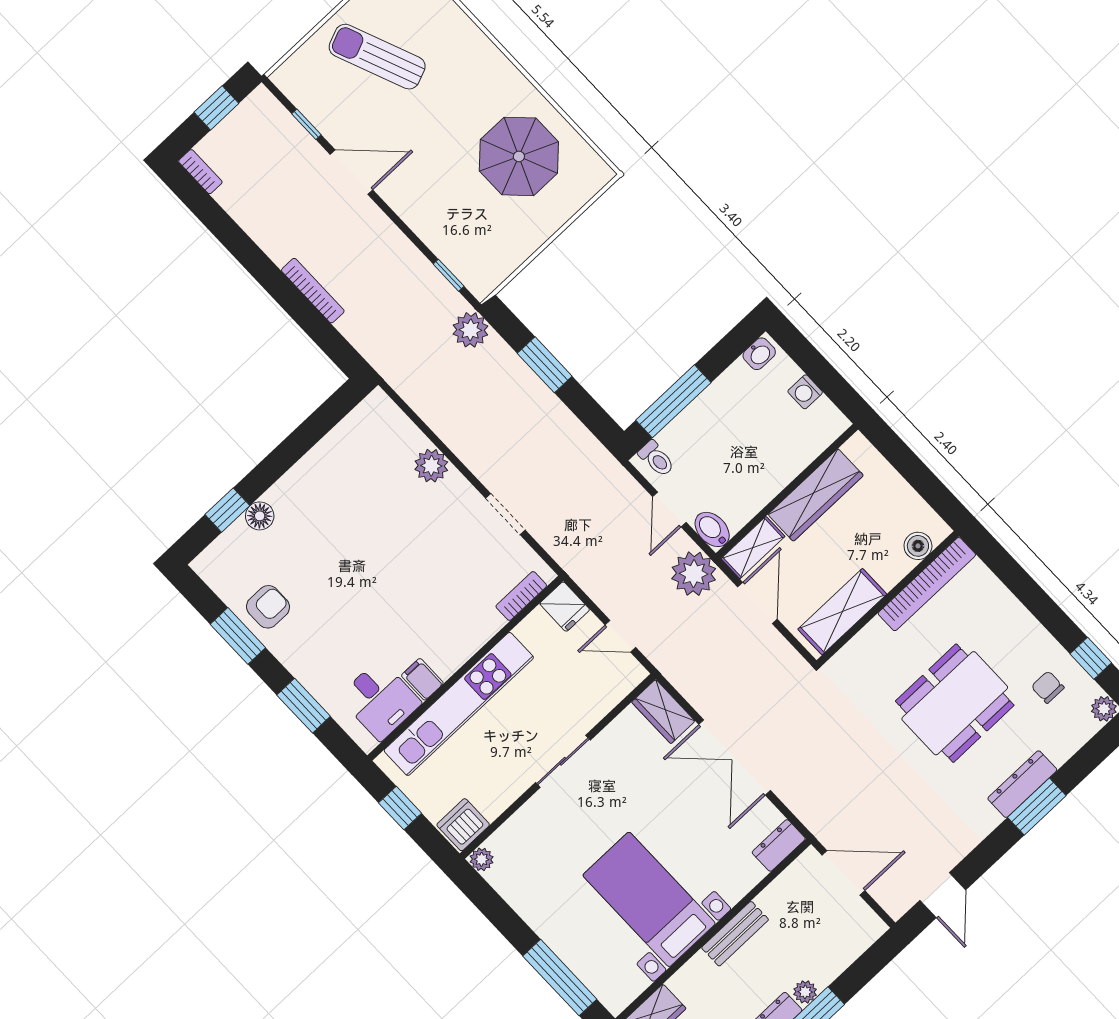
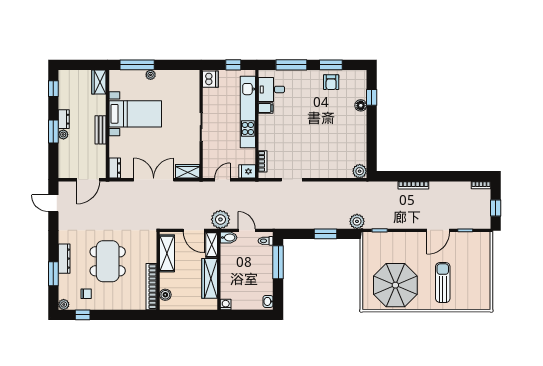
sun lounger: (377, 57) -> (443, 282), moved, turned -68
parasol: (519, 156) -> (395, 285), width x1.36, depth x1.36
washing machine: (805, 392) -> (226, 304), moved
plant: (431, 466) -> (360, 171), moved
window: (304, 706) -> (291, 65), width x1.44
window: (1037, 806) -> (53, 274), moved
plant: (482, 859) -> (151, 75), moved

